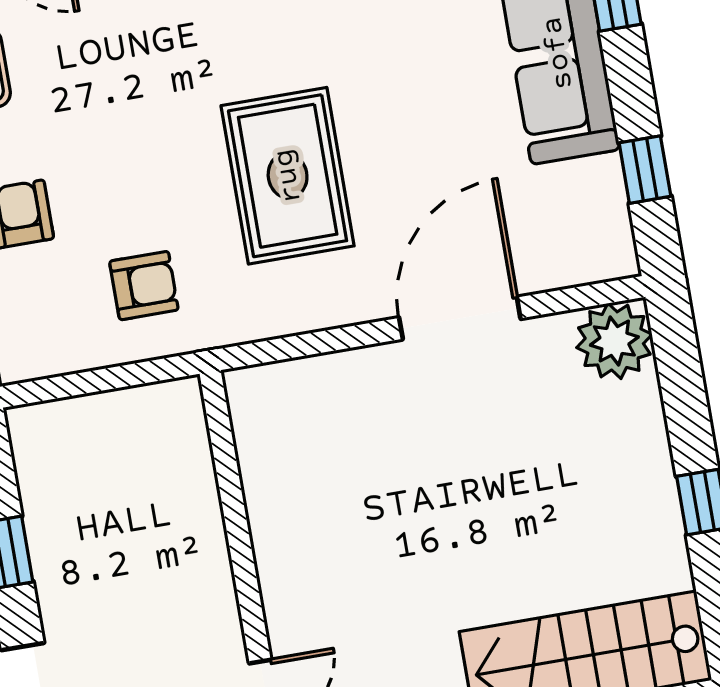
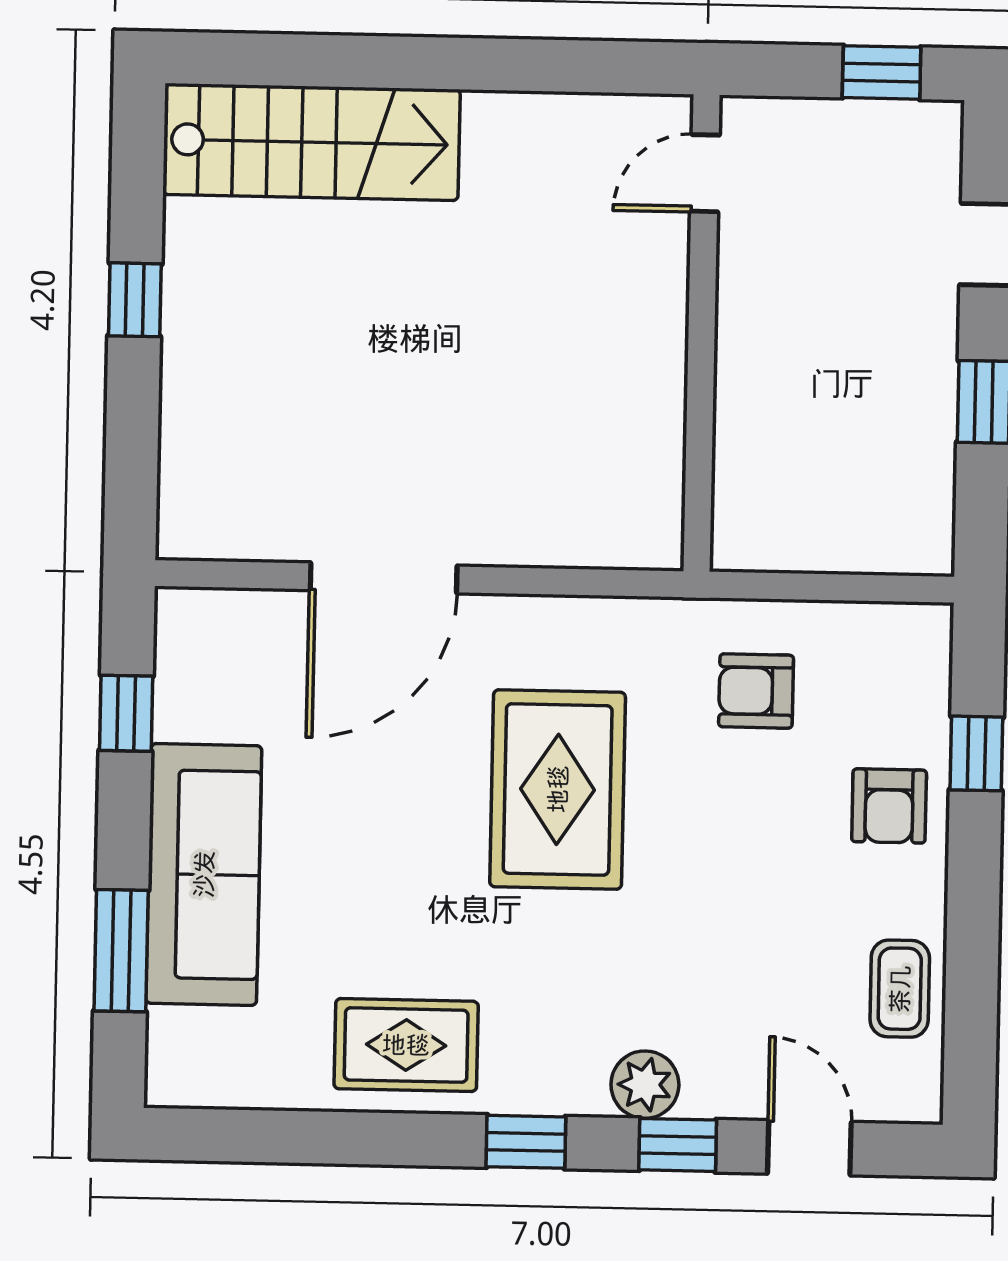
plant: (614, 341) -> (203, 514), removed

